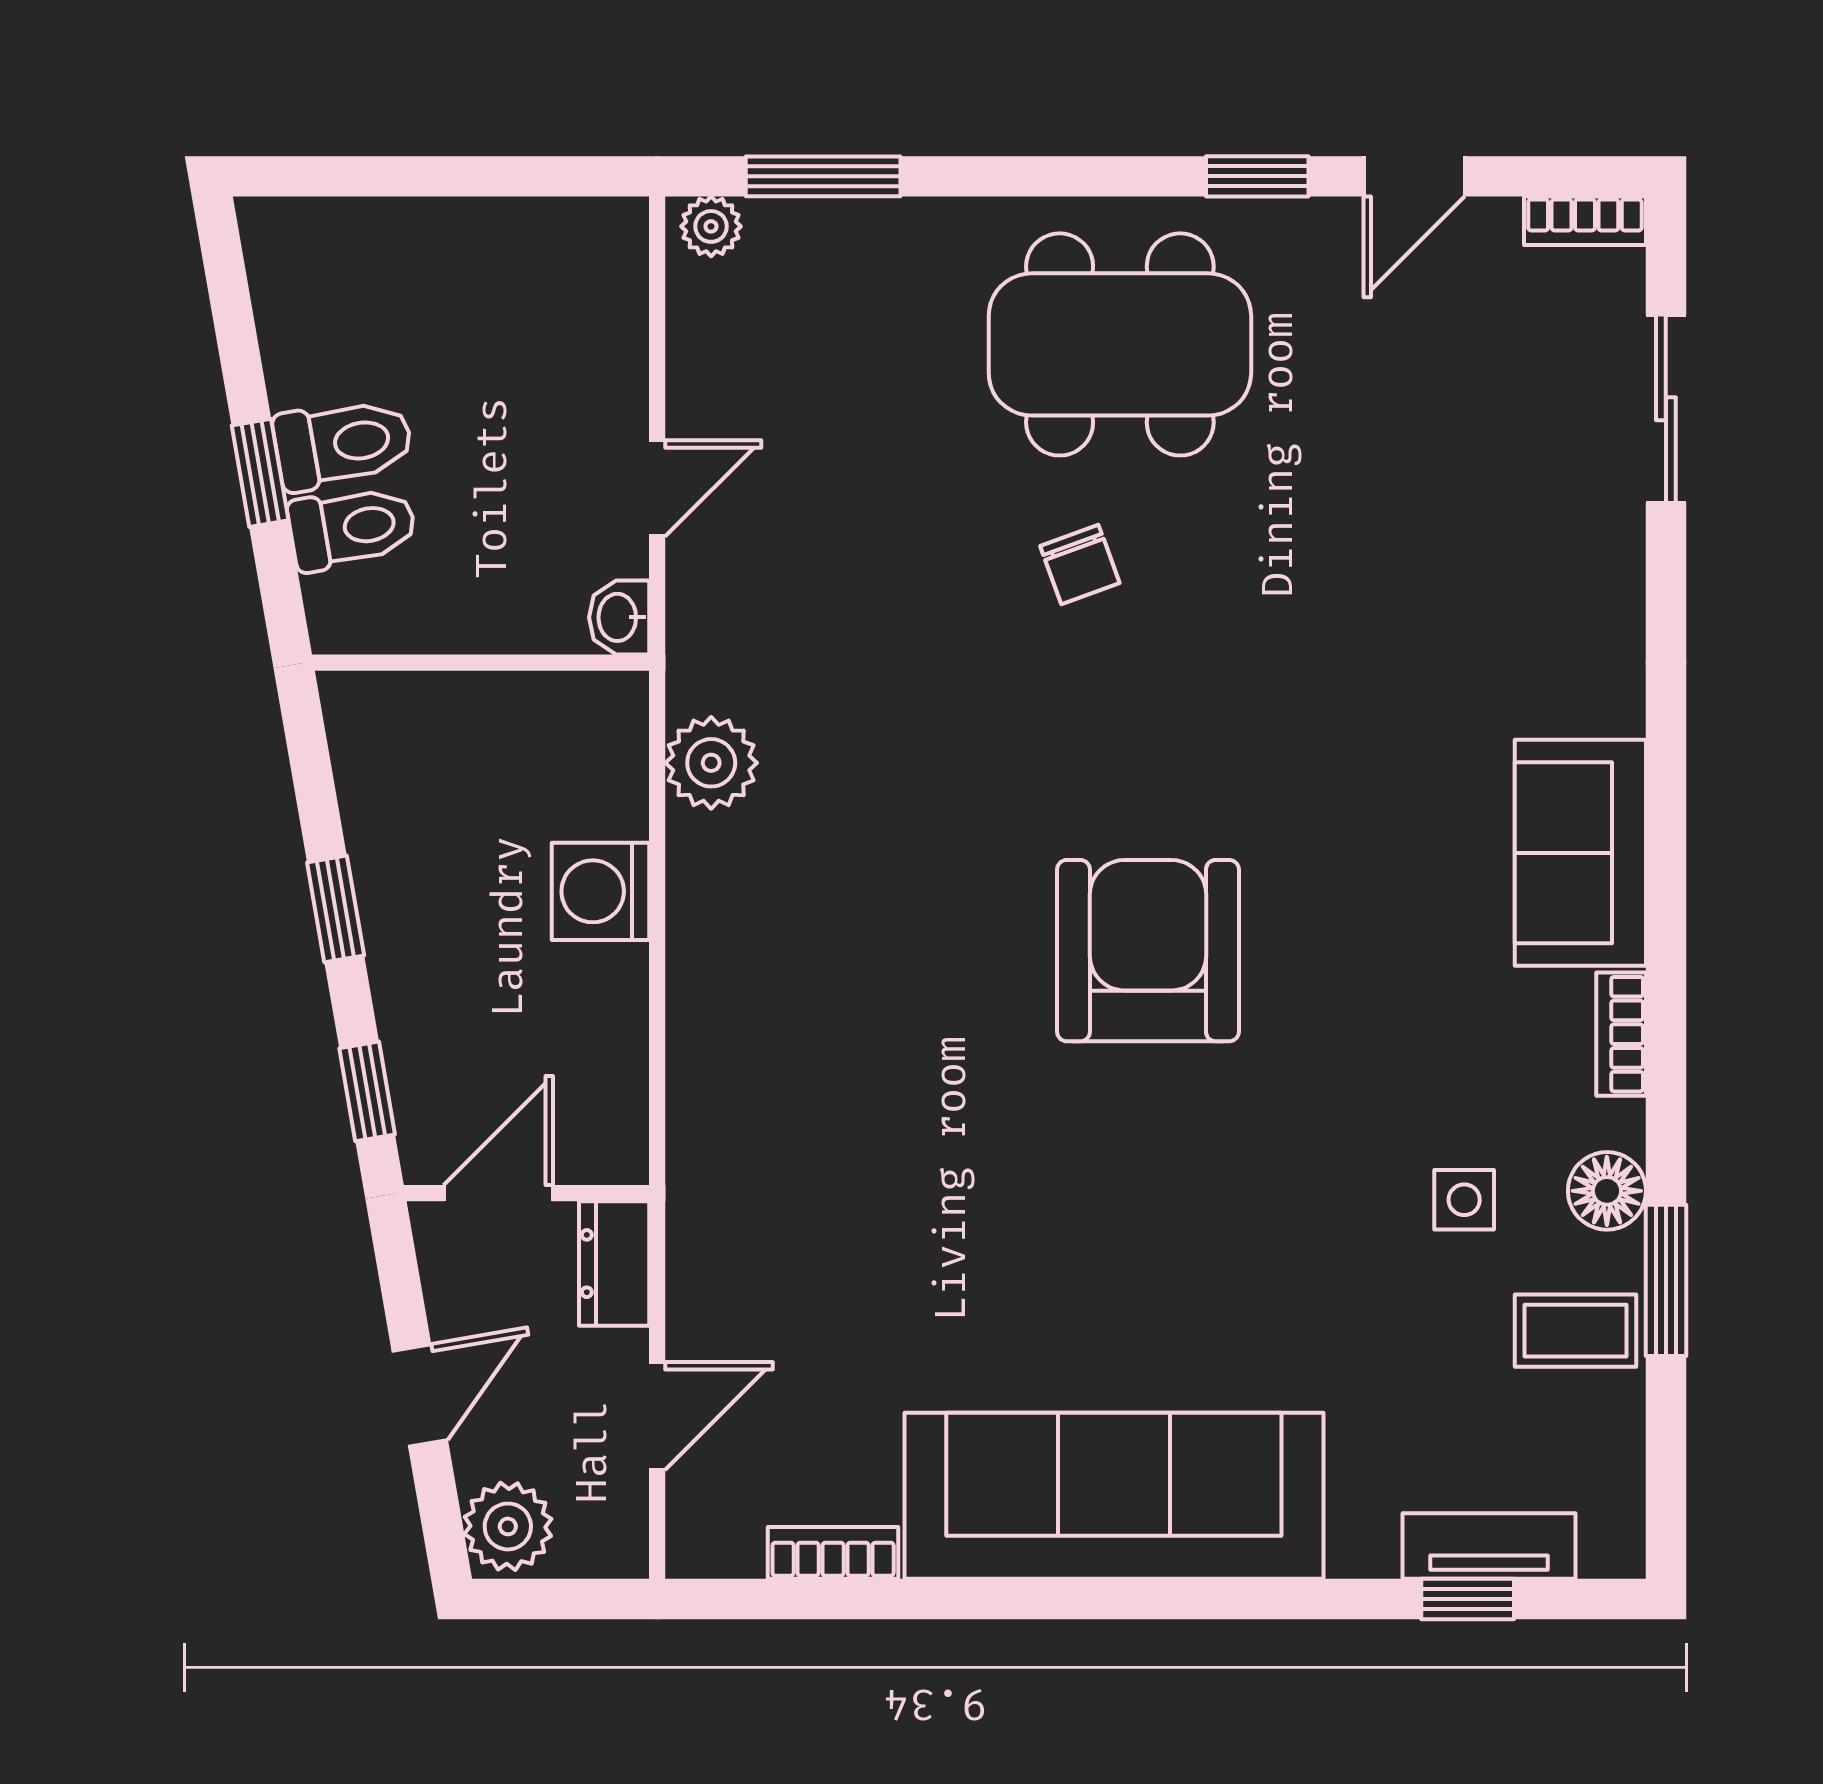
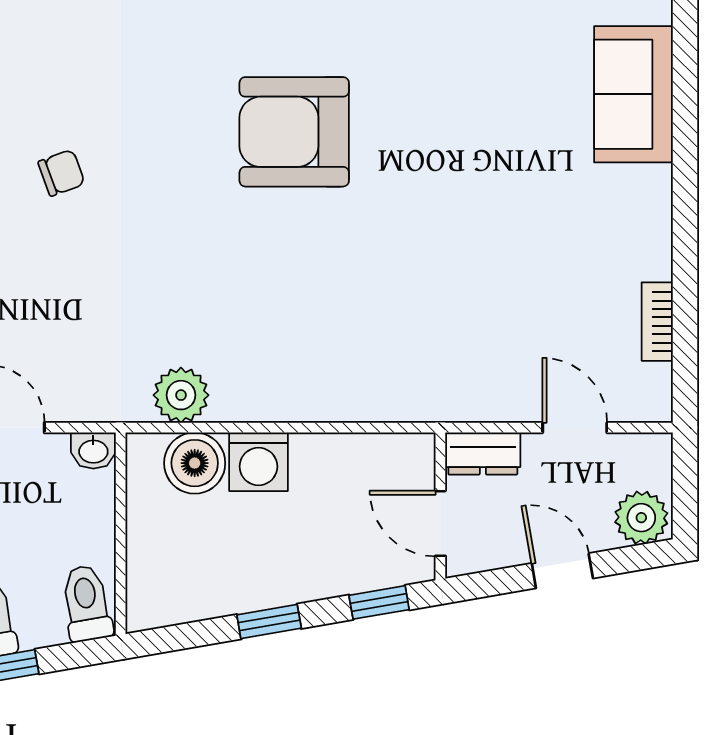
toilet: (352, 528) -> (87, 603), moved
boiler: (598, 785) -> (195, 463), added
sofa: (1114, 1496) -> (634, 94), width x0.54, depth x0.79

